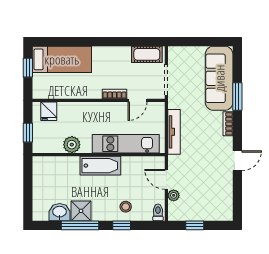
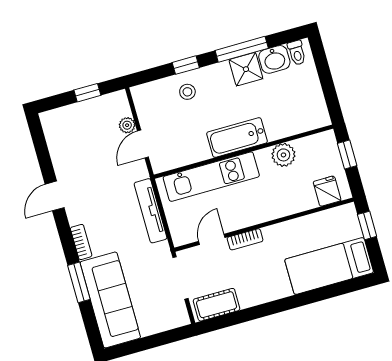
window: (28, 68) -> (367, 225), moved
door: (166, 179) -> (143, 144), swing flipped
toilet: (158, 212) -> (297, 53), moved

